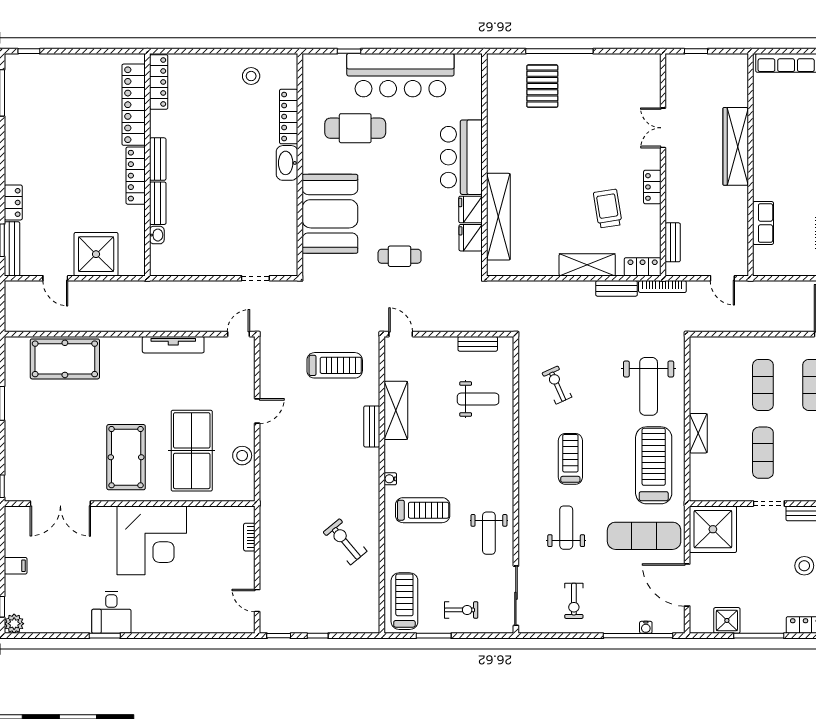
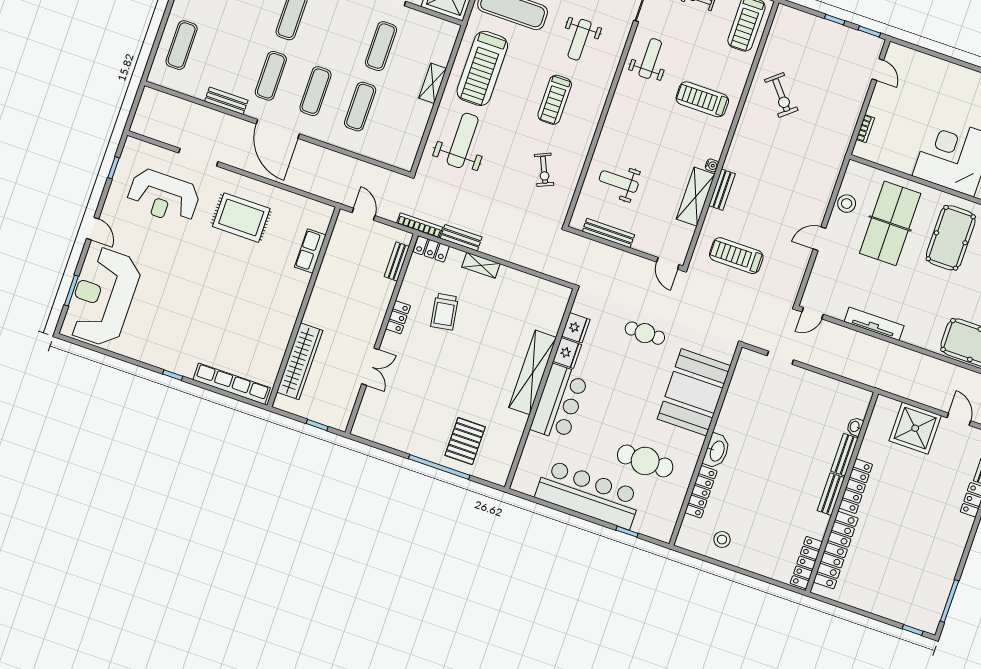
wardrobe: (736, 146) -> (300, 361), moved
shelving: (498, 217) -> (533, 372), moved
shelving: (587, 265) -> (481, 265), width x0.67, depth x0.75
bench: (478, 344) -> (608, 233), width x1.36
water cooler: (390, 479) -> (712, 165), moved

